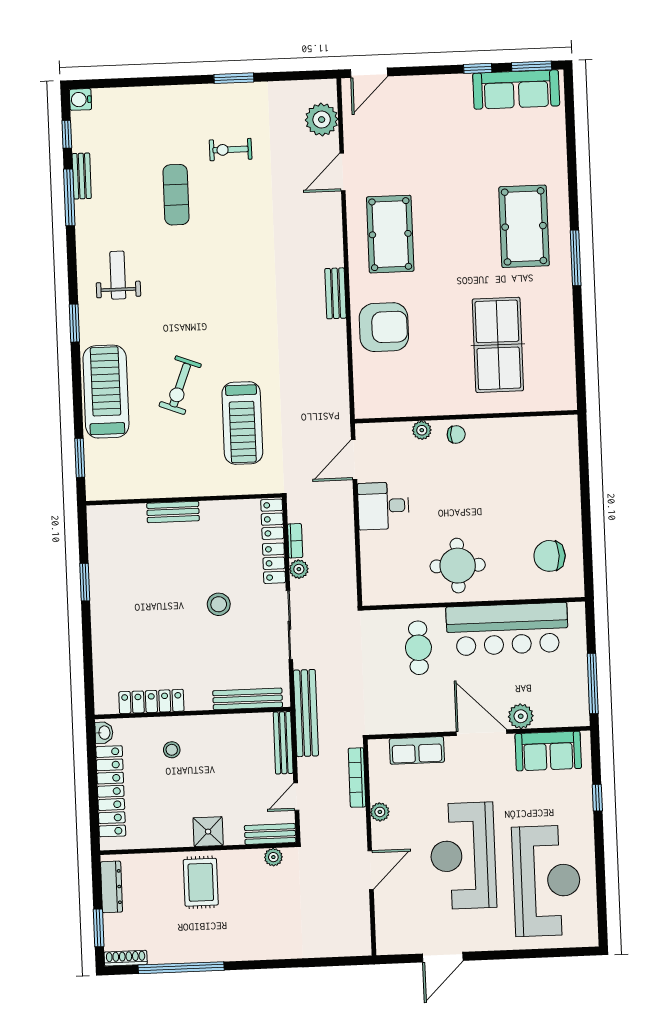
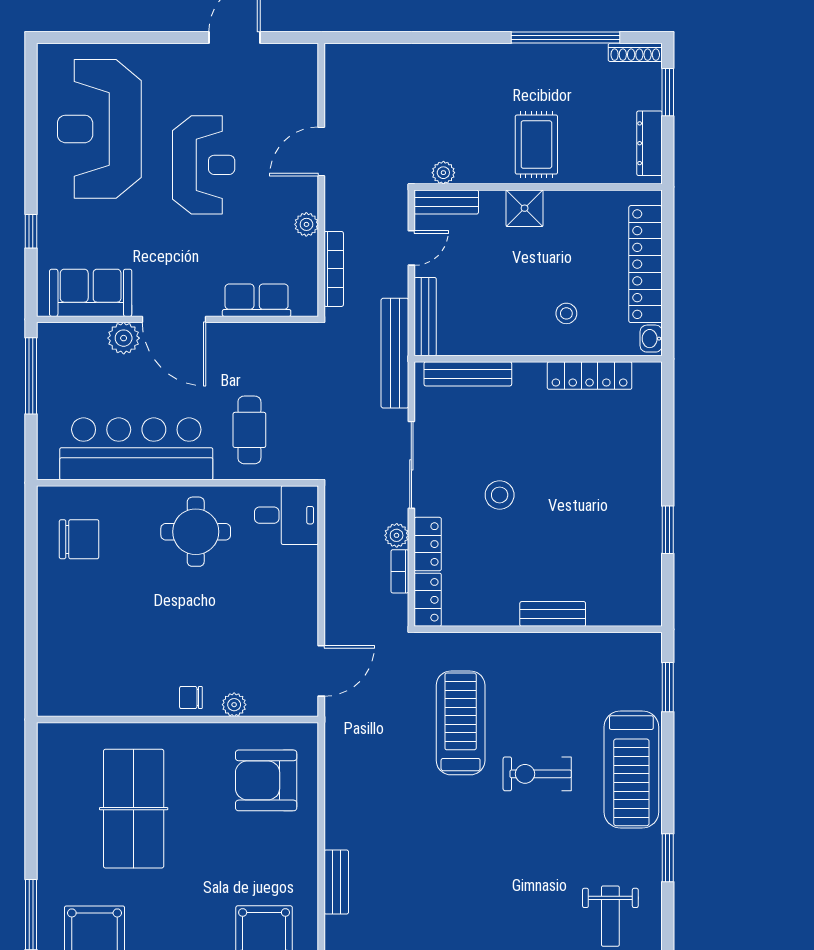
armchair: (384, 327) -> (266, 780), moved
exercise bike: (180, 385) -> (537, 774), turned -111
desk: (383, 506) -> (287, 515), moved
reception desk: (463, 856) -> (204, 165), width x0.74, depth x0.77

